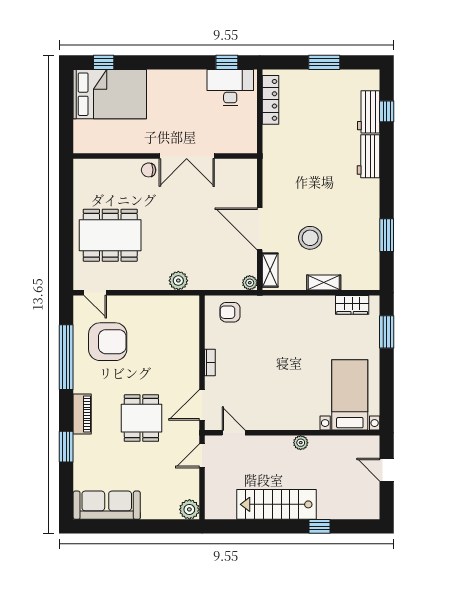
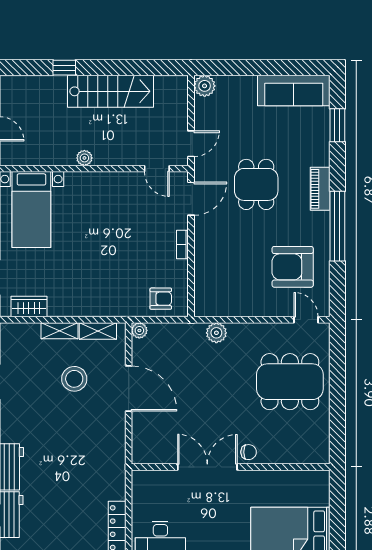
shelving: (270, 270) -> (98, 331), moved, turned 90
window: (66, 357) -> (337, 226), moved
window: (66, 447) -> (337, 125), moved

